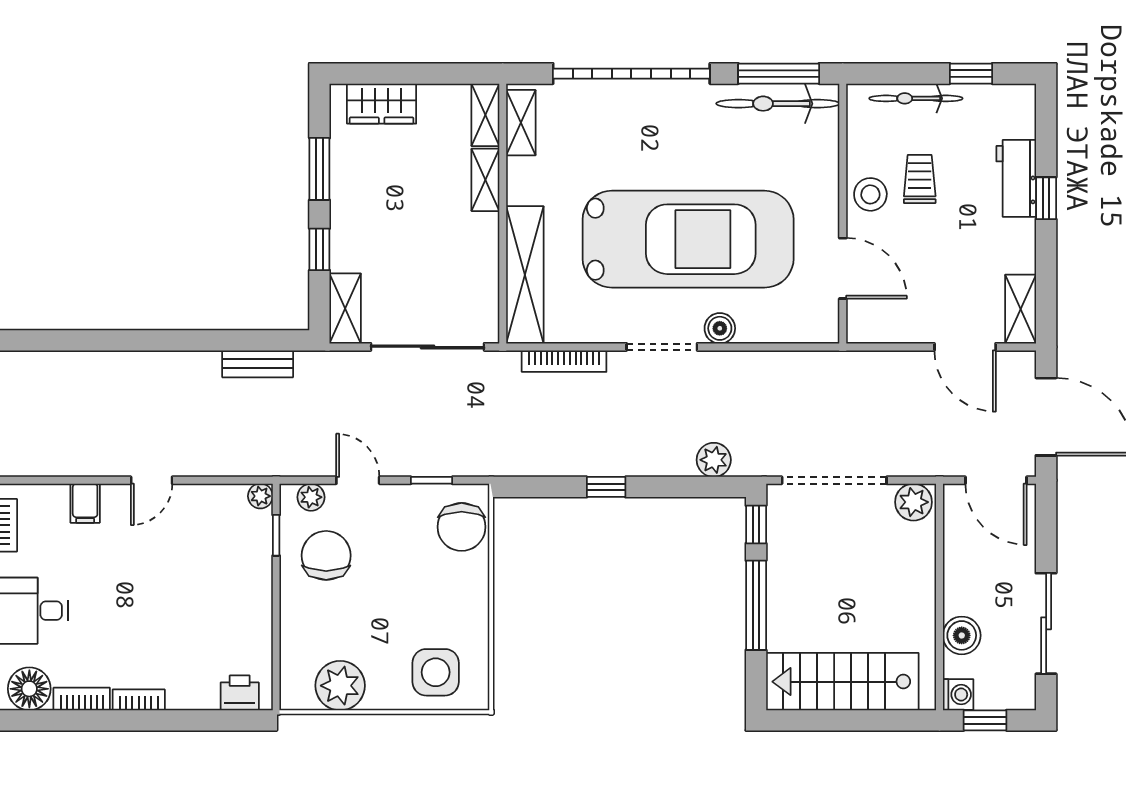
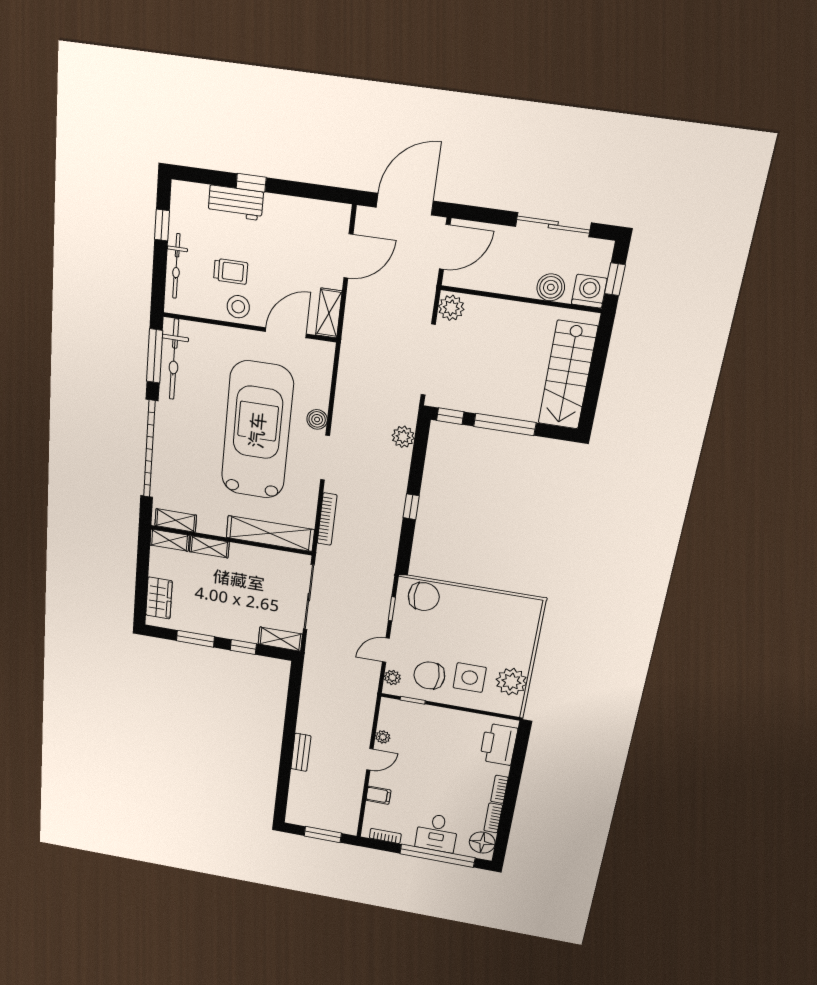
trolley: (920, 179) -> (231, 271), turned 180
shelving: (1021, 309) -> (329, 313), moved, turned 90
bench: (258, 364) -> (301, 752), moved
door: (152, 480) -> (370, 759), hinge flipped
plant: (260, 496) -> (383, 737), moved
side table: (436, 672) -> (470, 678), moved
printer: (240, 693) -> (499, 744), width x1.87, depth x1.48
washing machine: (958, 695) -> (589, 291), width x1.38, depth x1.38

